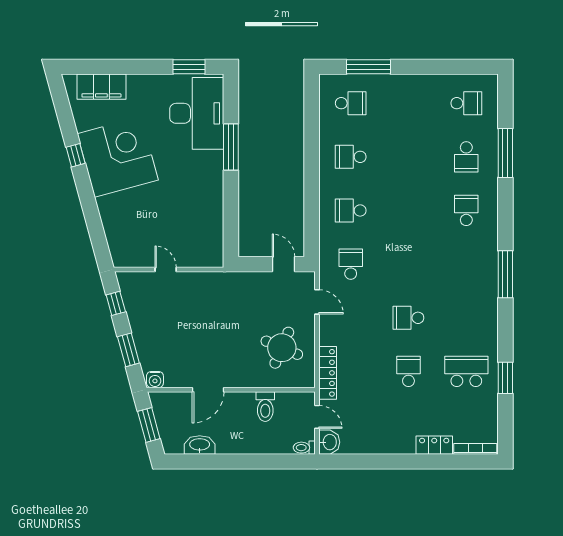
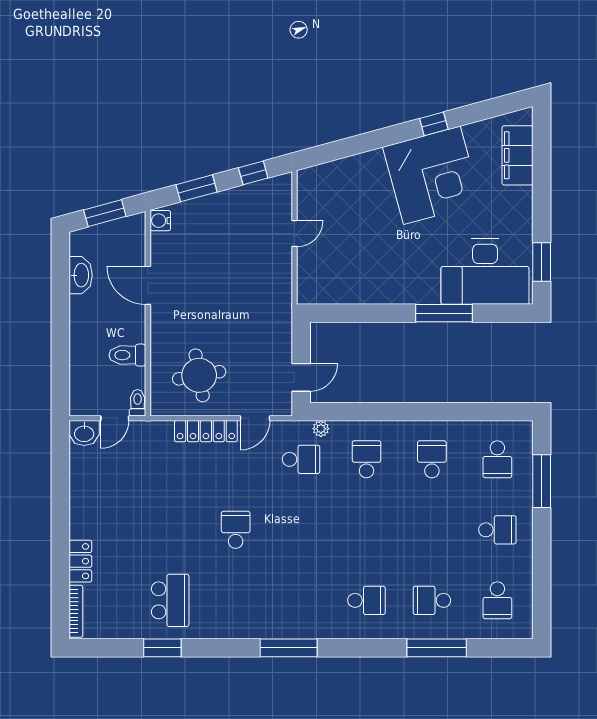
plant: (326, 248) -> (321, 429), added
round table: (282, 348) -> (199, 375), turned -33
school desk: (408, 371) -> (497, 530), moved
locker: (328, 373) -> (206, 431), moved
toilet: (304, 448) -> (138, 403), moved

